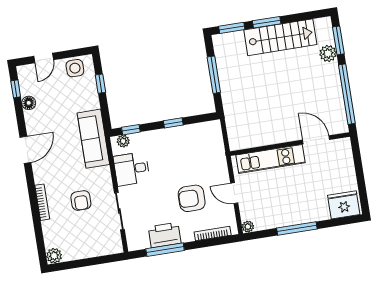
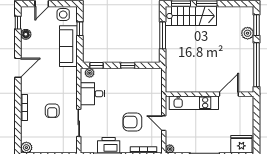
stairs: (280, 37) -> (191, 16), moved
sofa: (93, 139) -> (68, 46), moved
door: (316, 140) -> (229, 94), hinge flipped

